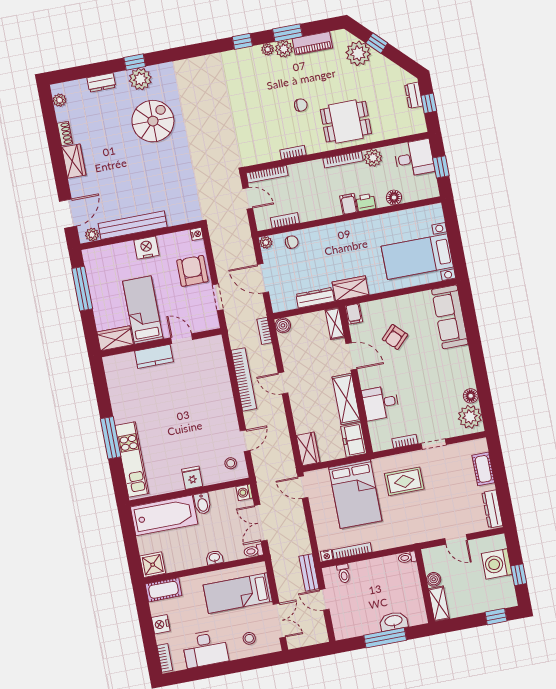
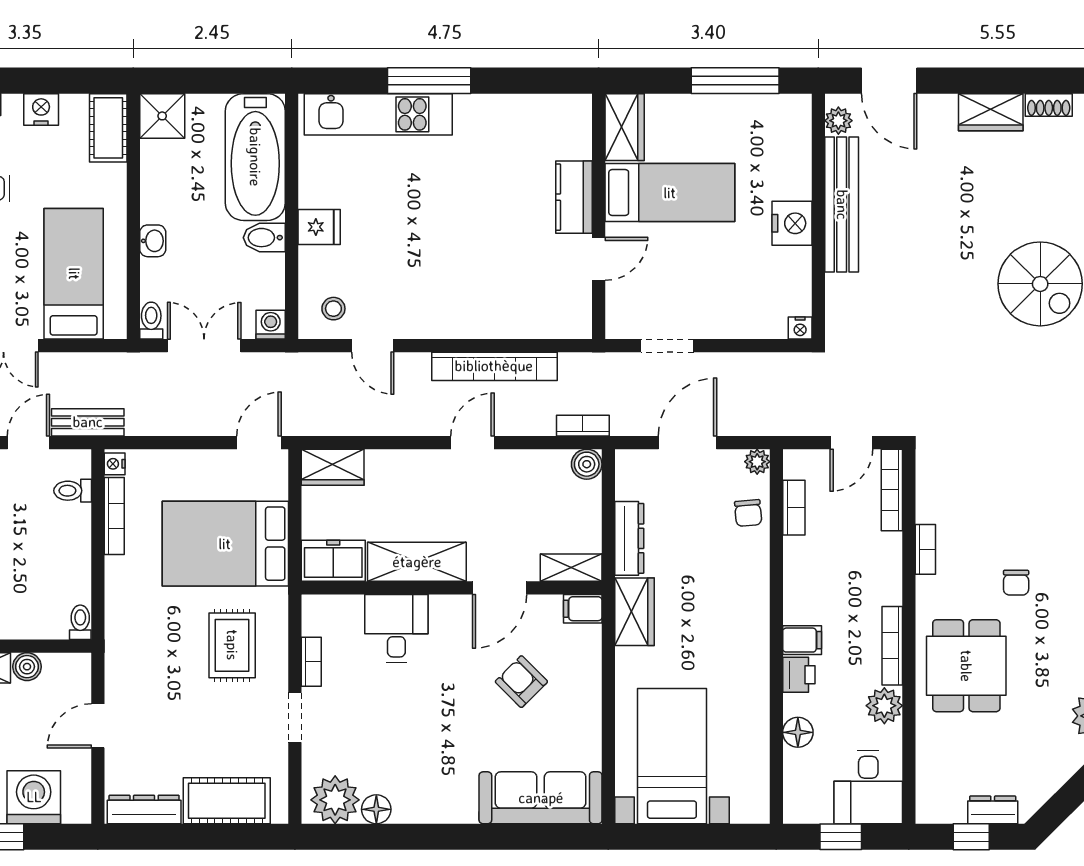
armchair: (192, 271) -> (729, 305), removed
cot: (483, 469) -> (227, 801), width x1.37, depth x1.34

